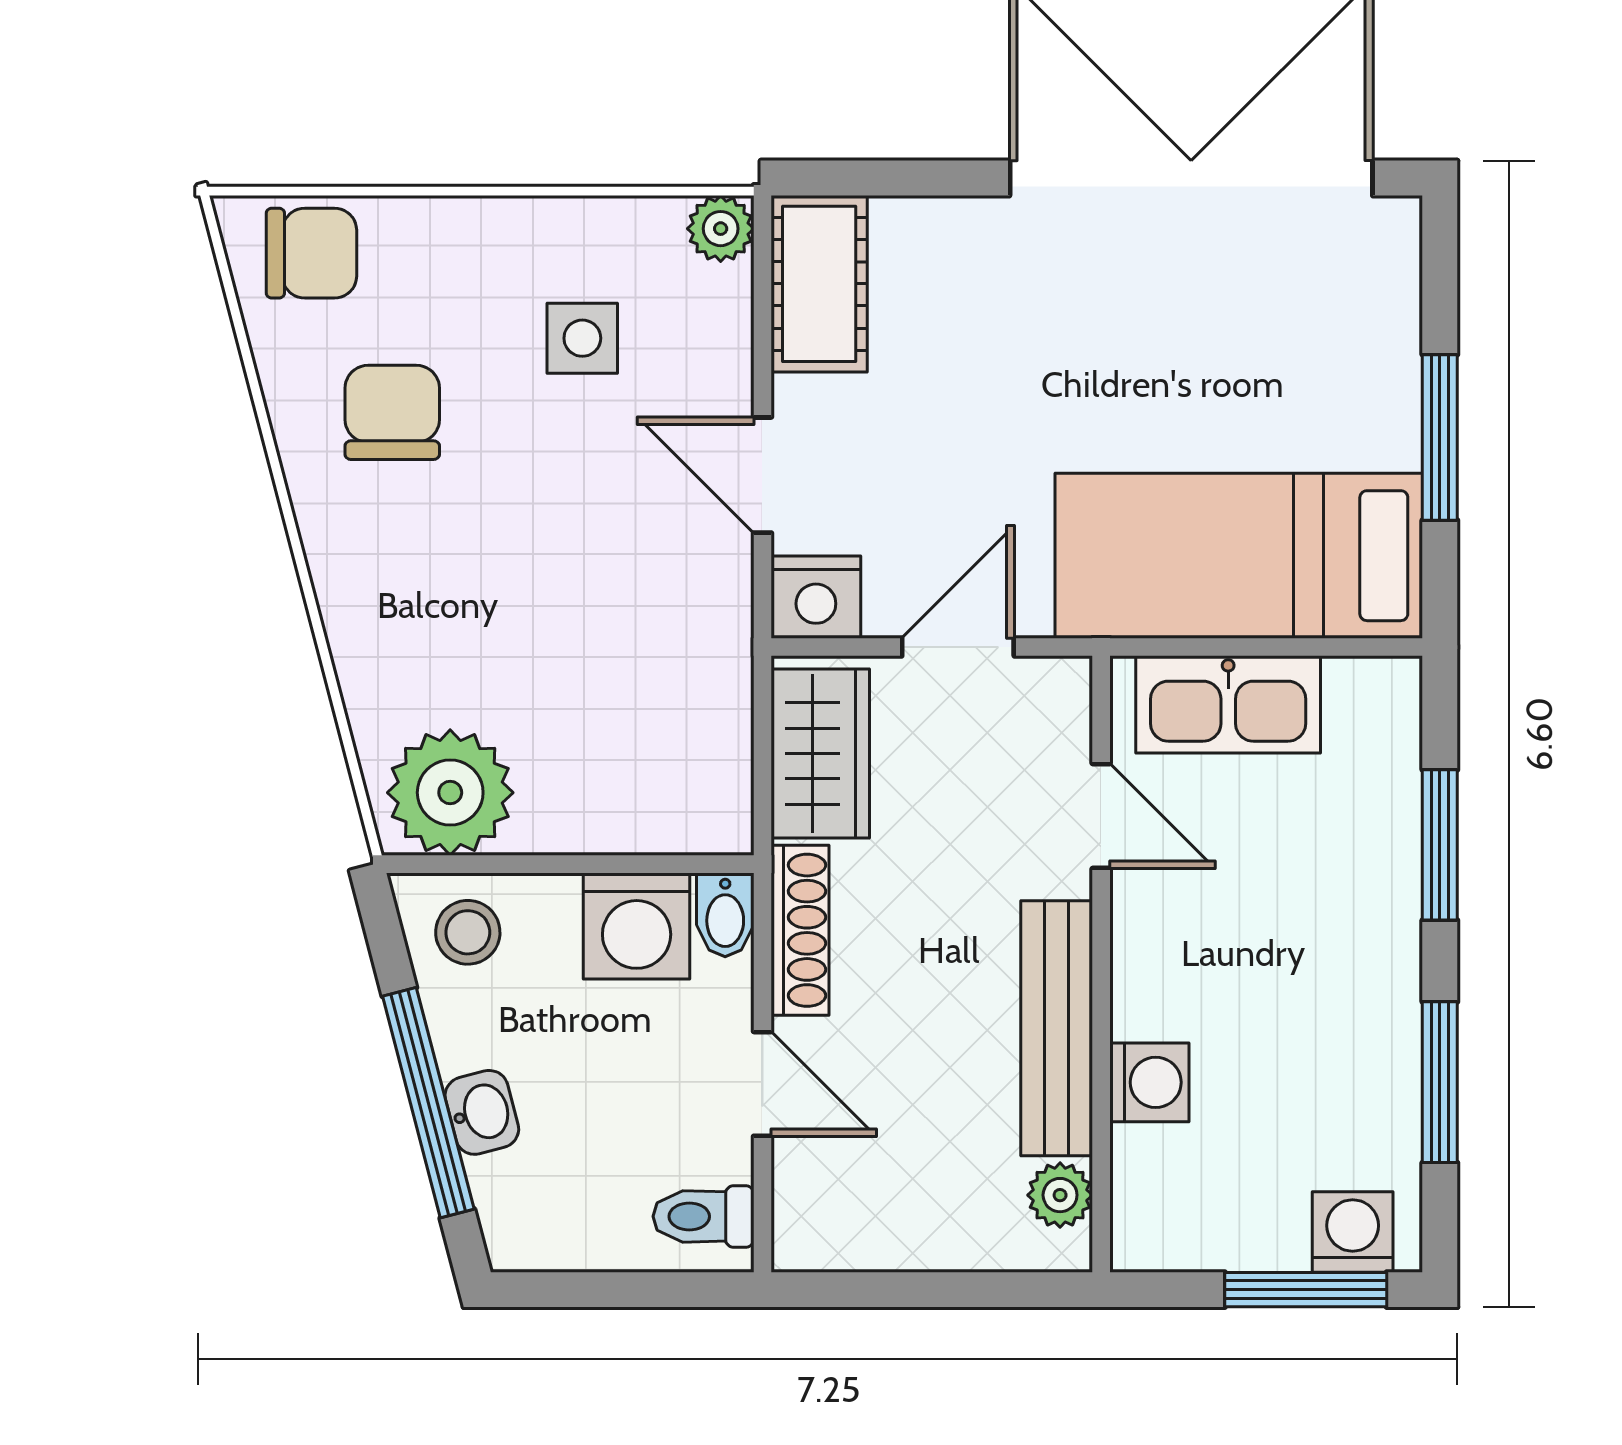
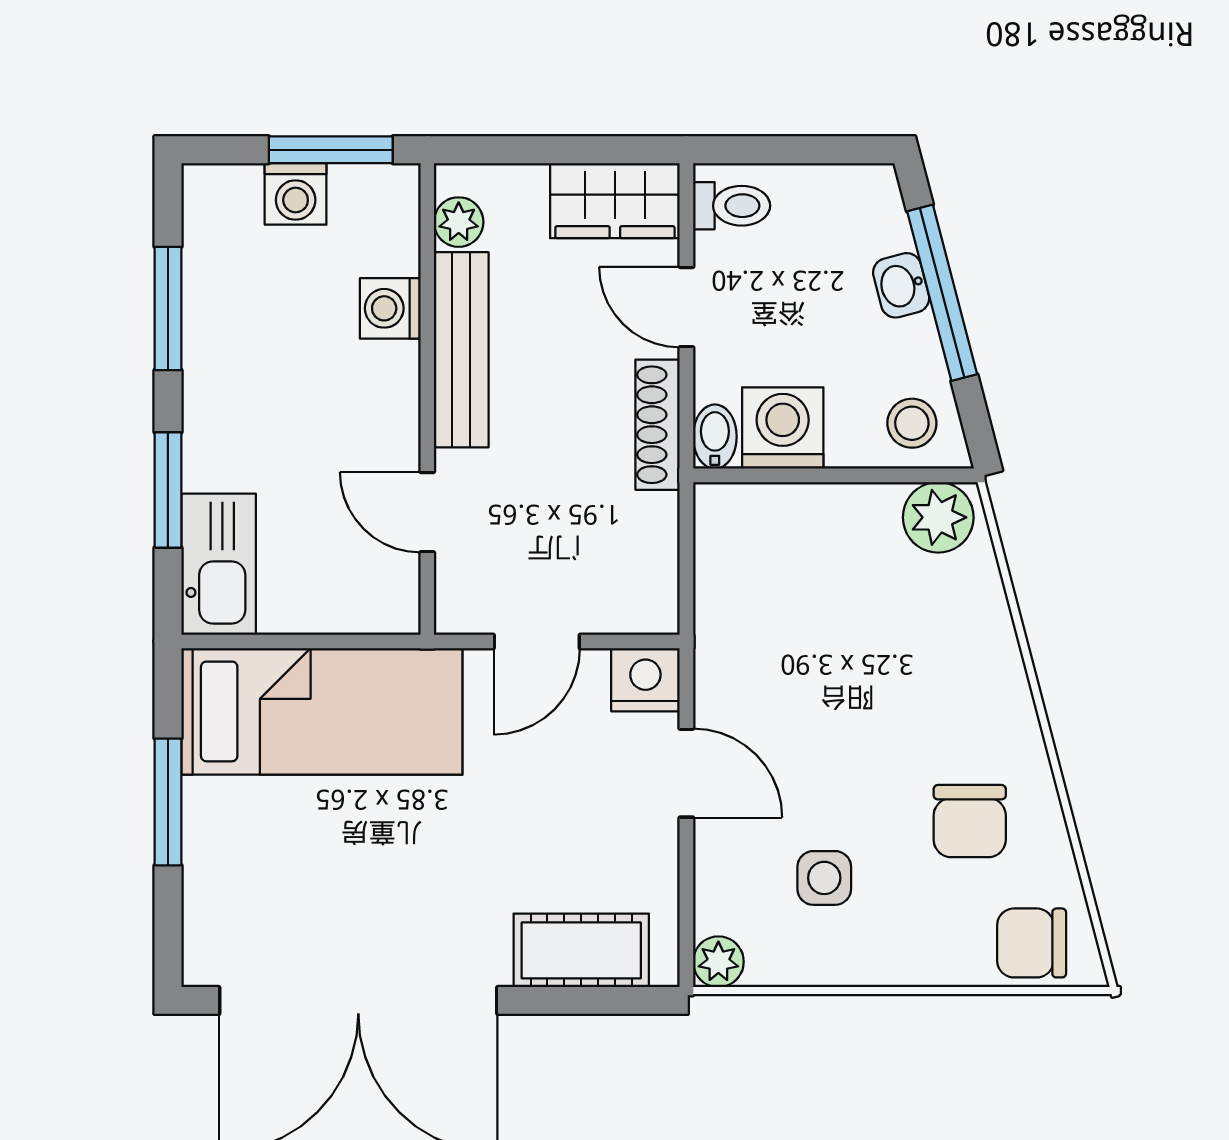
cot: (819, 284) -> (581, 950), moved, turned 90
kitchen sink: (1228, 704) -> (219, 564), moved, turned 90
wardrobe: (820, 754) -> (615, 201), moved, turned -90
plant: (450, 793) -> (938, 517), width x0.73, depth x0.73
washing machine: (1353, 1232) -> (296, 194), moved
window: (1306, 1290) -> (331, 150), moved

